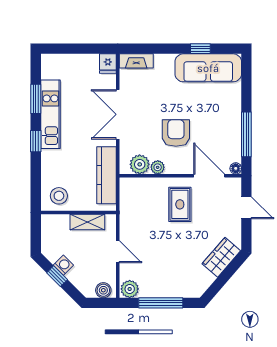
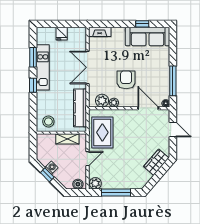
fridge: (108, 64) -> (62, 34), moved
rug: (180, 204) -> (102, 132), moved, width x1.36, depth x1.43
door: (118, 252) -> (87, 159), hinge flipped

